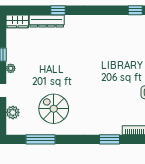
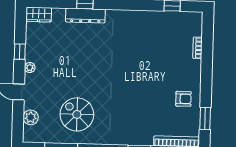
dresser: (47, 21) -> (85, 16), moved

